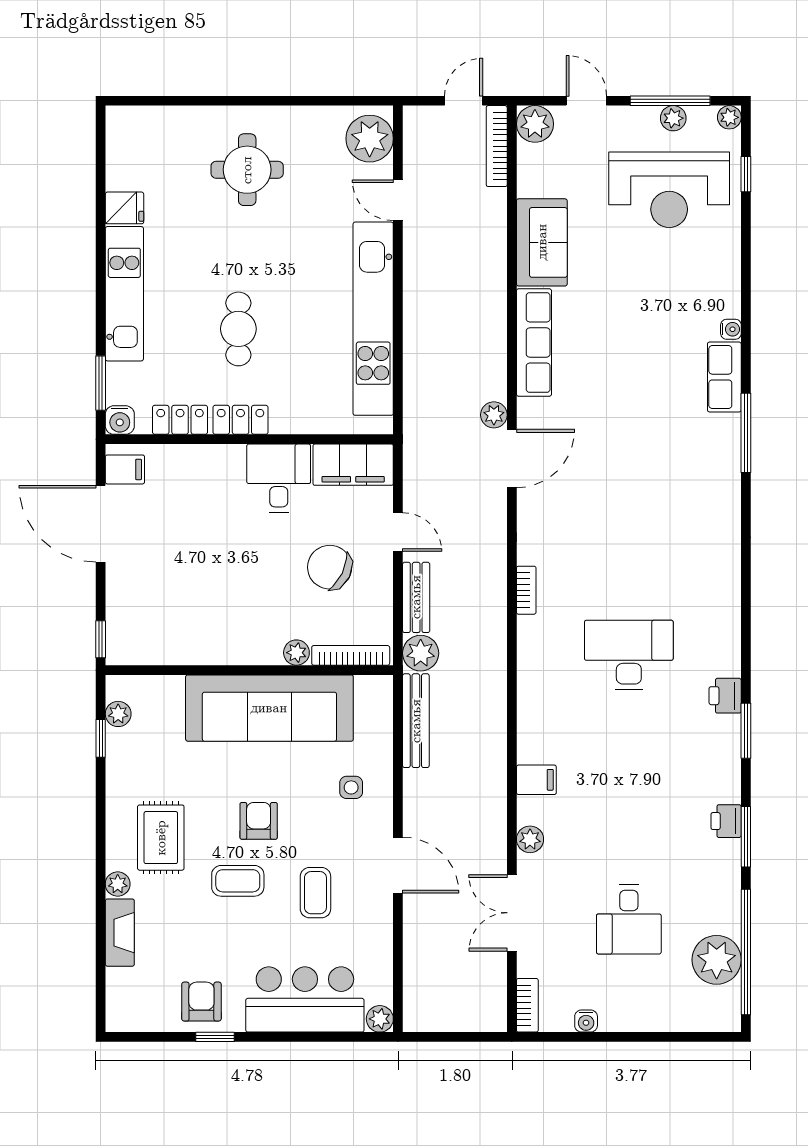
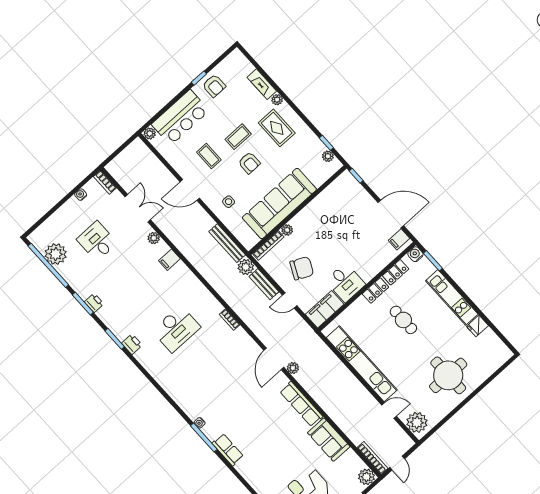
round table: (247, 170) -> (448, 375), width x1.36, depth x1.36
water cooler: (731, 329) -> (200, 423), moved

